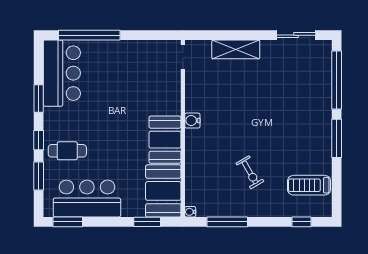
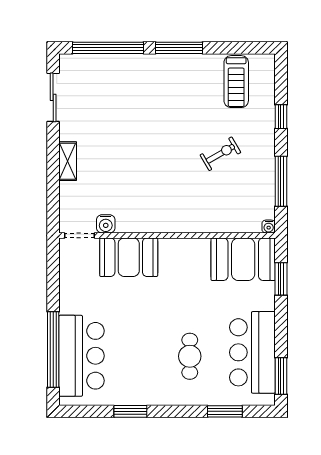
shelving: (236, 49) -> (68, 161), width x0.67, depth x0.75
bar counter: (62, 73) -> (81, 356), moved, turned 90
water cooler: (192, 121) -> (106, 224), moved
window: (39, 140) -> (181, 411), removed
booth: (165, 140) -> (129, 257), moved
cafe table: (67, 151) -> (190, 356), moved
window: (301, 222) -> (281, 117), moved

